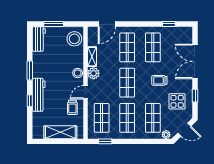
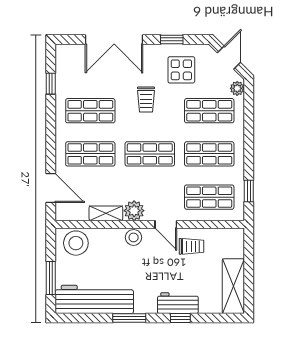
workbench: (39, 39) -> (94, 299), width x1.87, depth x1.32
workbench: (39, 95) -> (178, 303), width x0.73
shelving: (60, 132) -> (233, 286), moved

